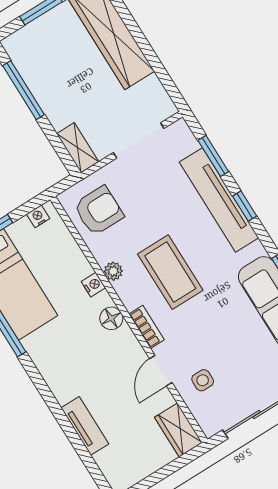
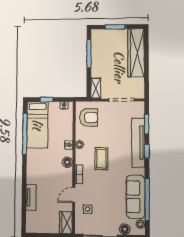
coffee table: (170, 272) -> (101, 159), width x0.73, depth x0.76

